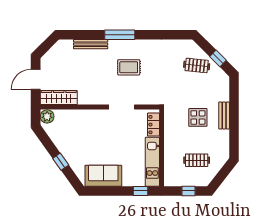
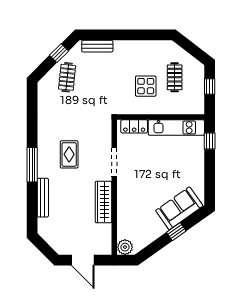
wardrobe: (59, 98) -> (103, 202), moved
bench: (224, 116) -> (97, 46), moved
display table: (198, 117) -> (146, 86), moved
sofa: (103, 176) -> (179, 208), moved, turned 55

